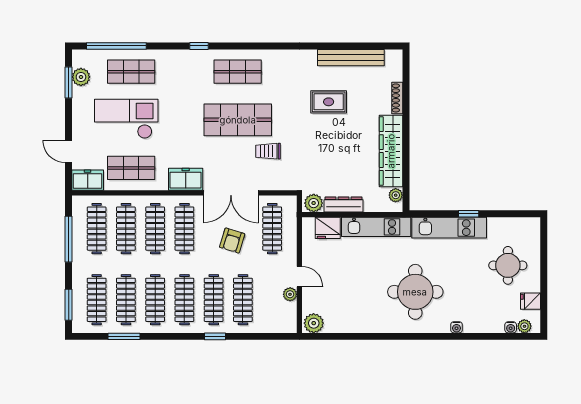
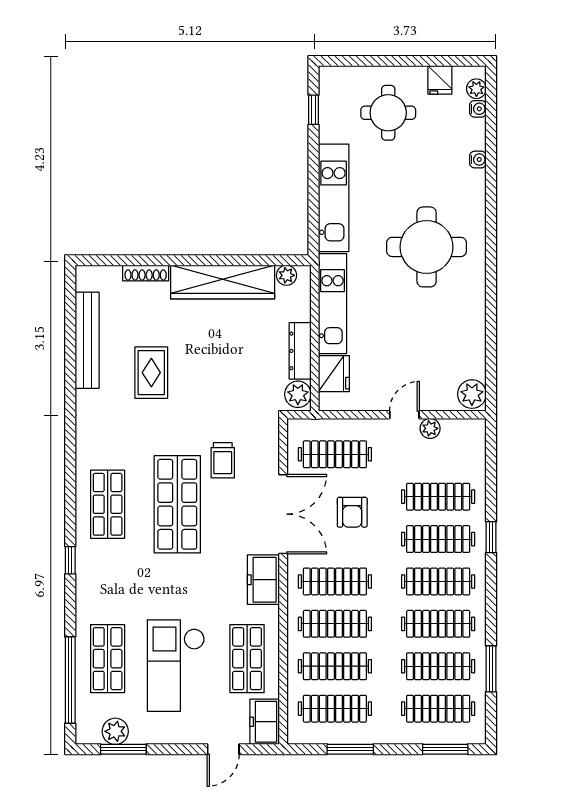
window: (469, 214) -> (314, 110), moved
window: (69, 239) -> (350, 749), width x0.69
armchair: (232, 241) -> (352, 512), turned 73
water cooler: (457, 327) -> (478, 160), moved

